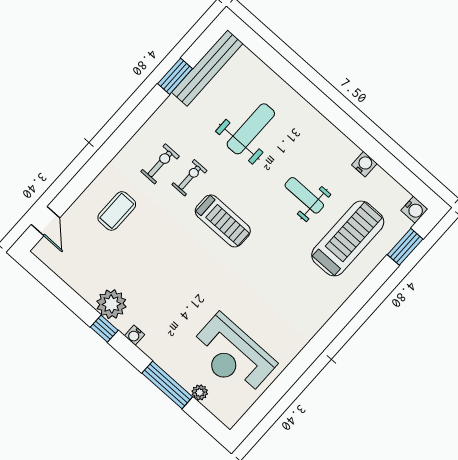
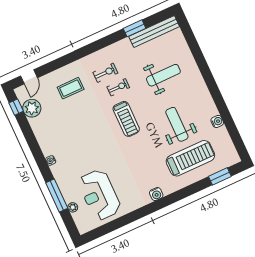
weight bench: (304, 195) -> (177, 124), width x1.36, depth x1.33
water cooler: (414, 210) -> (156, 194), moved
plant: (111, 304) -> (32, 108), moved
window: (104, 329) -> (16, 107), moved

